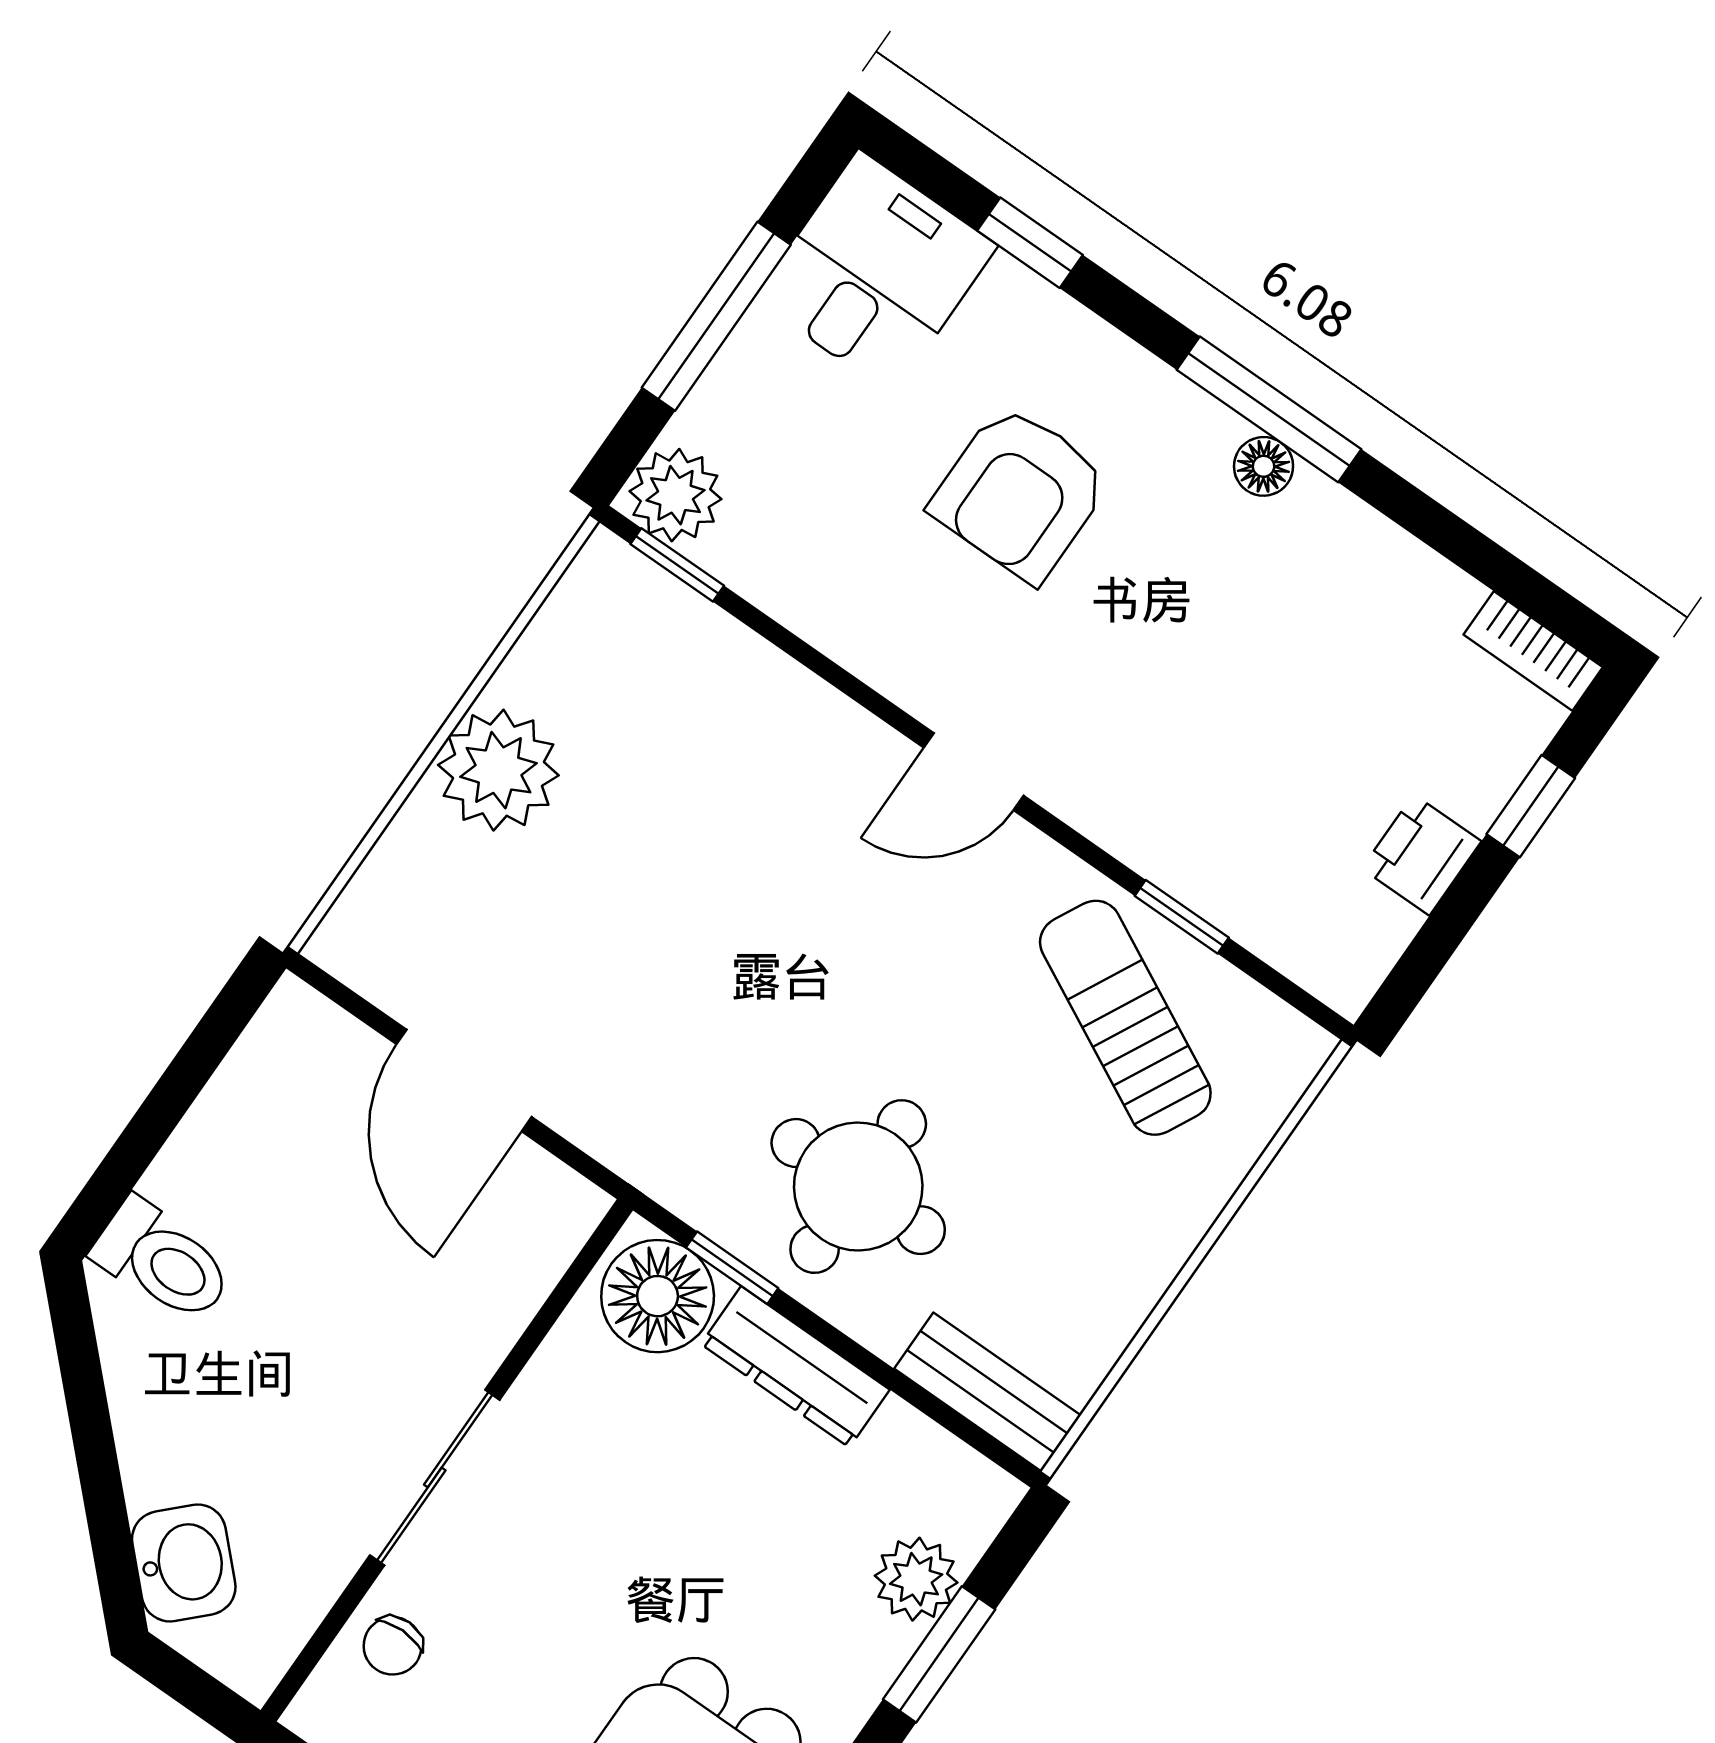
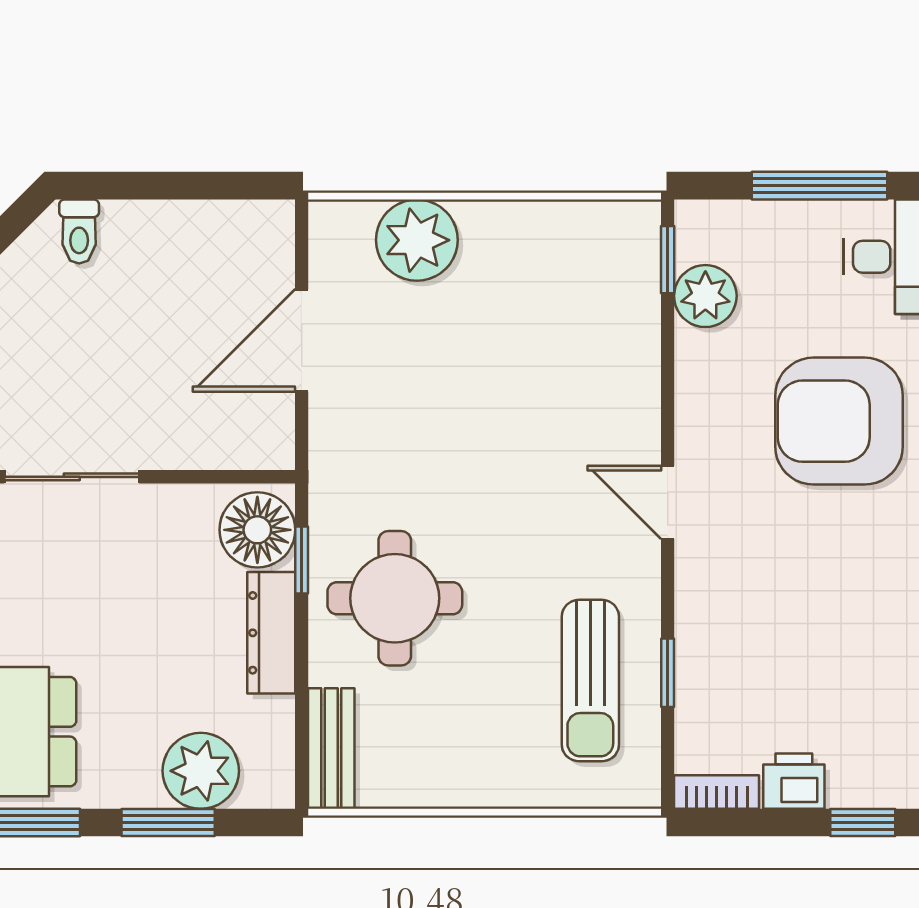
armchair: (1020, 493) -> (839, 421), width x1.36, depth x1.36
plant: (675, 495) -> (705, 296), moved
plant: (498, 770) -> (417, 240), moved
bookcase: (1369, 959) -> (717, 792), added
sun lounger: (1125, 1018) -> (590, 681), turned 153
toilet: (163, 1261) -> (79, 231), width x0.73, depth x0.72
plant: (916, 1579) -> (201, 771), width x1.36, depth x1.36

